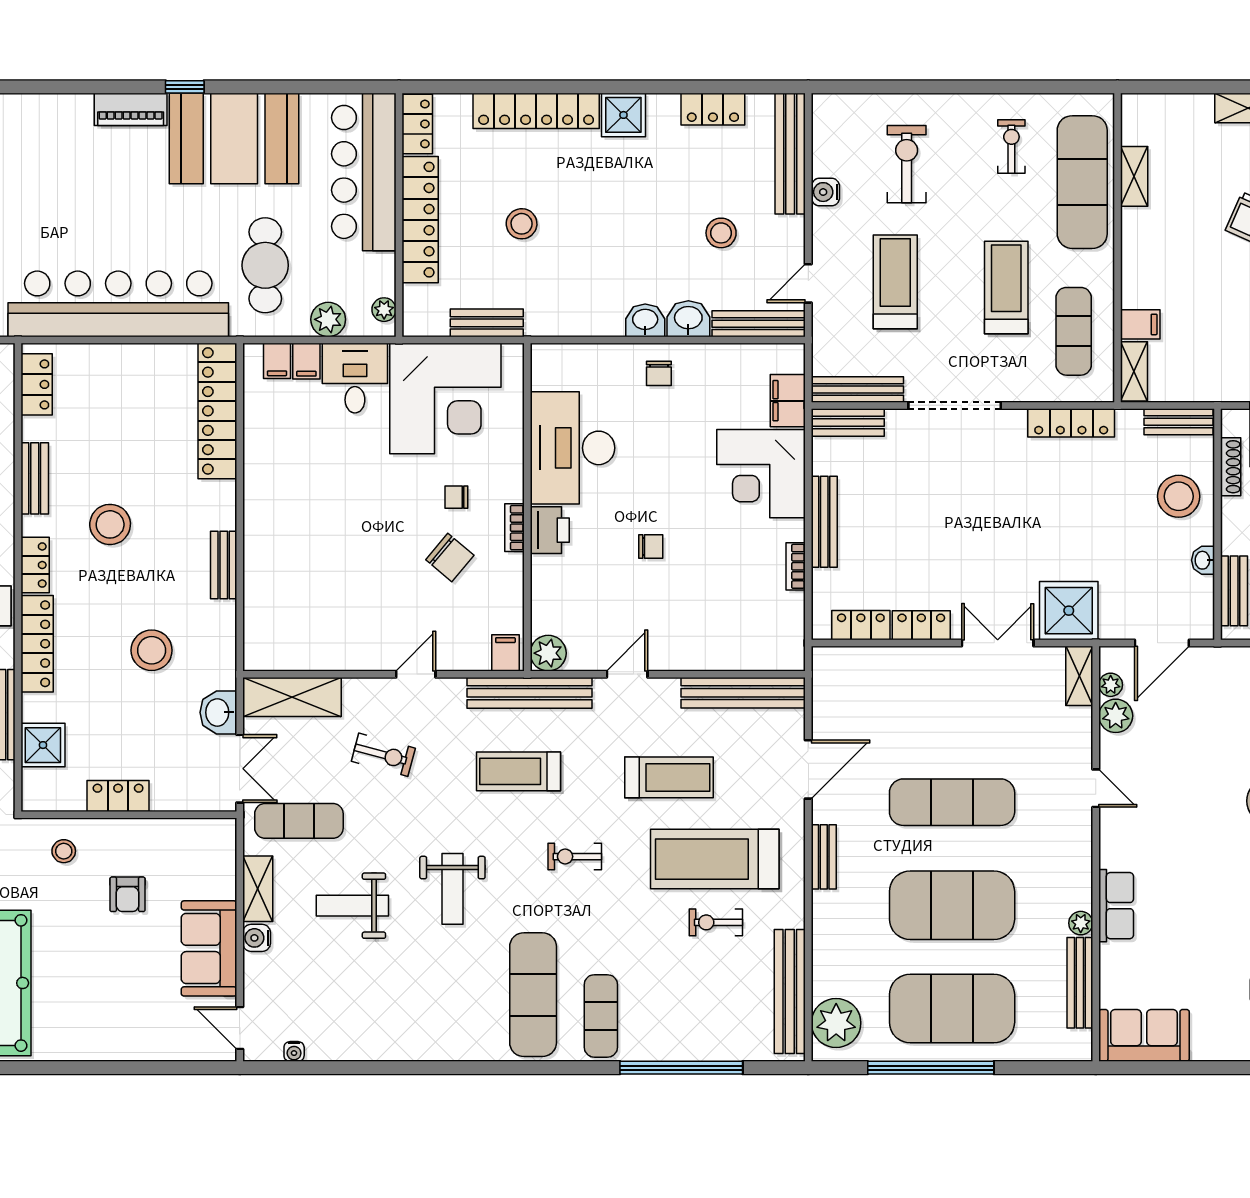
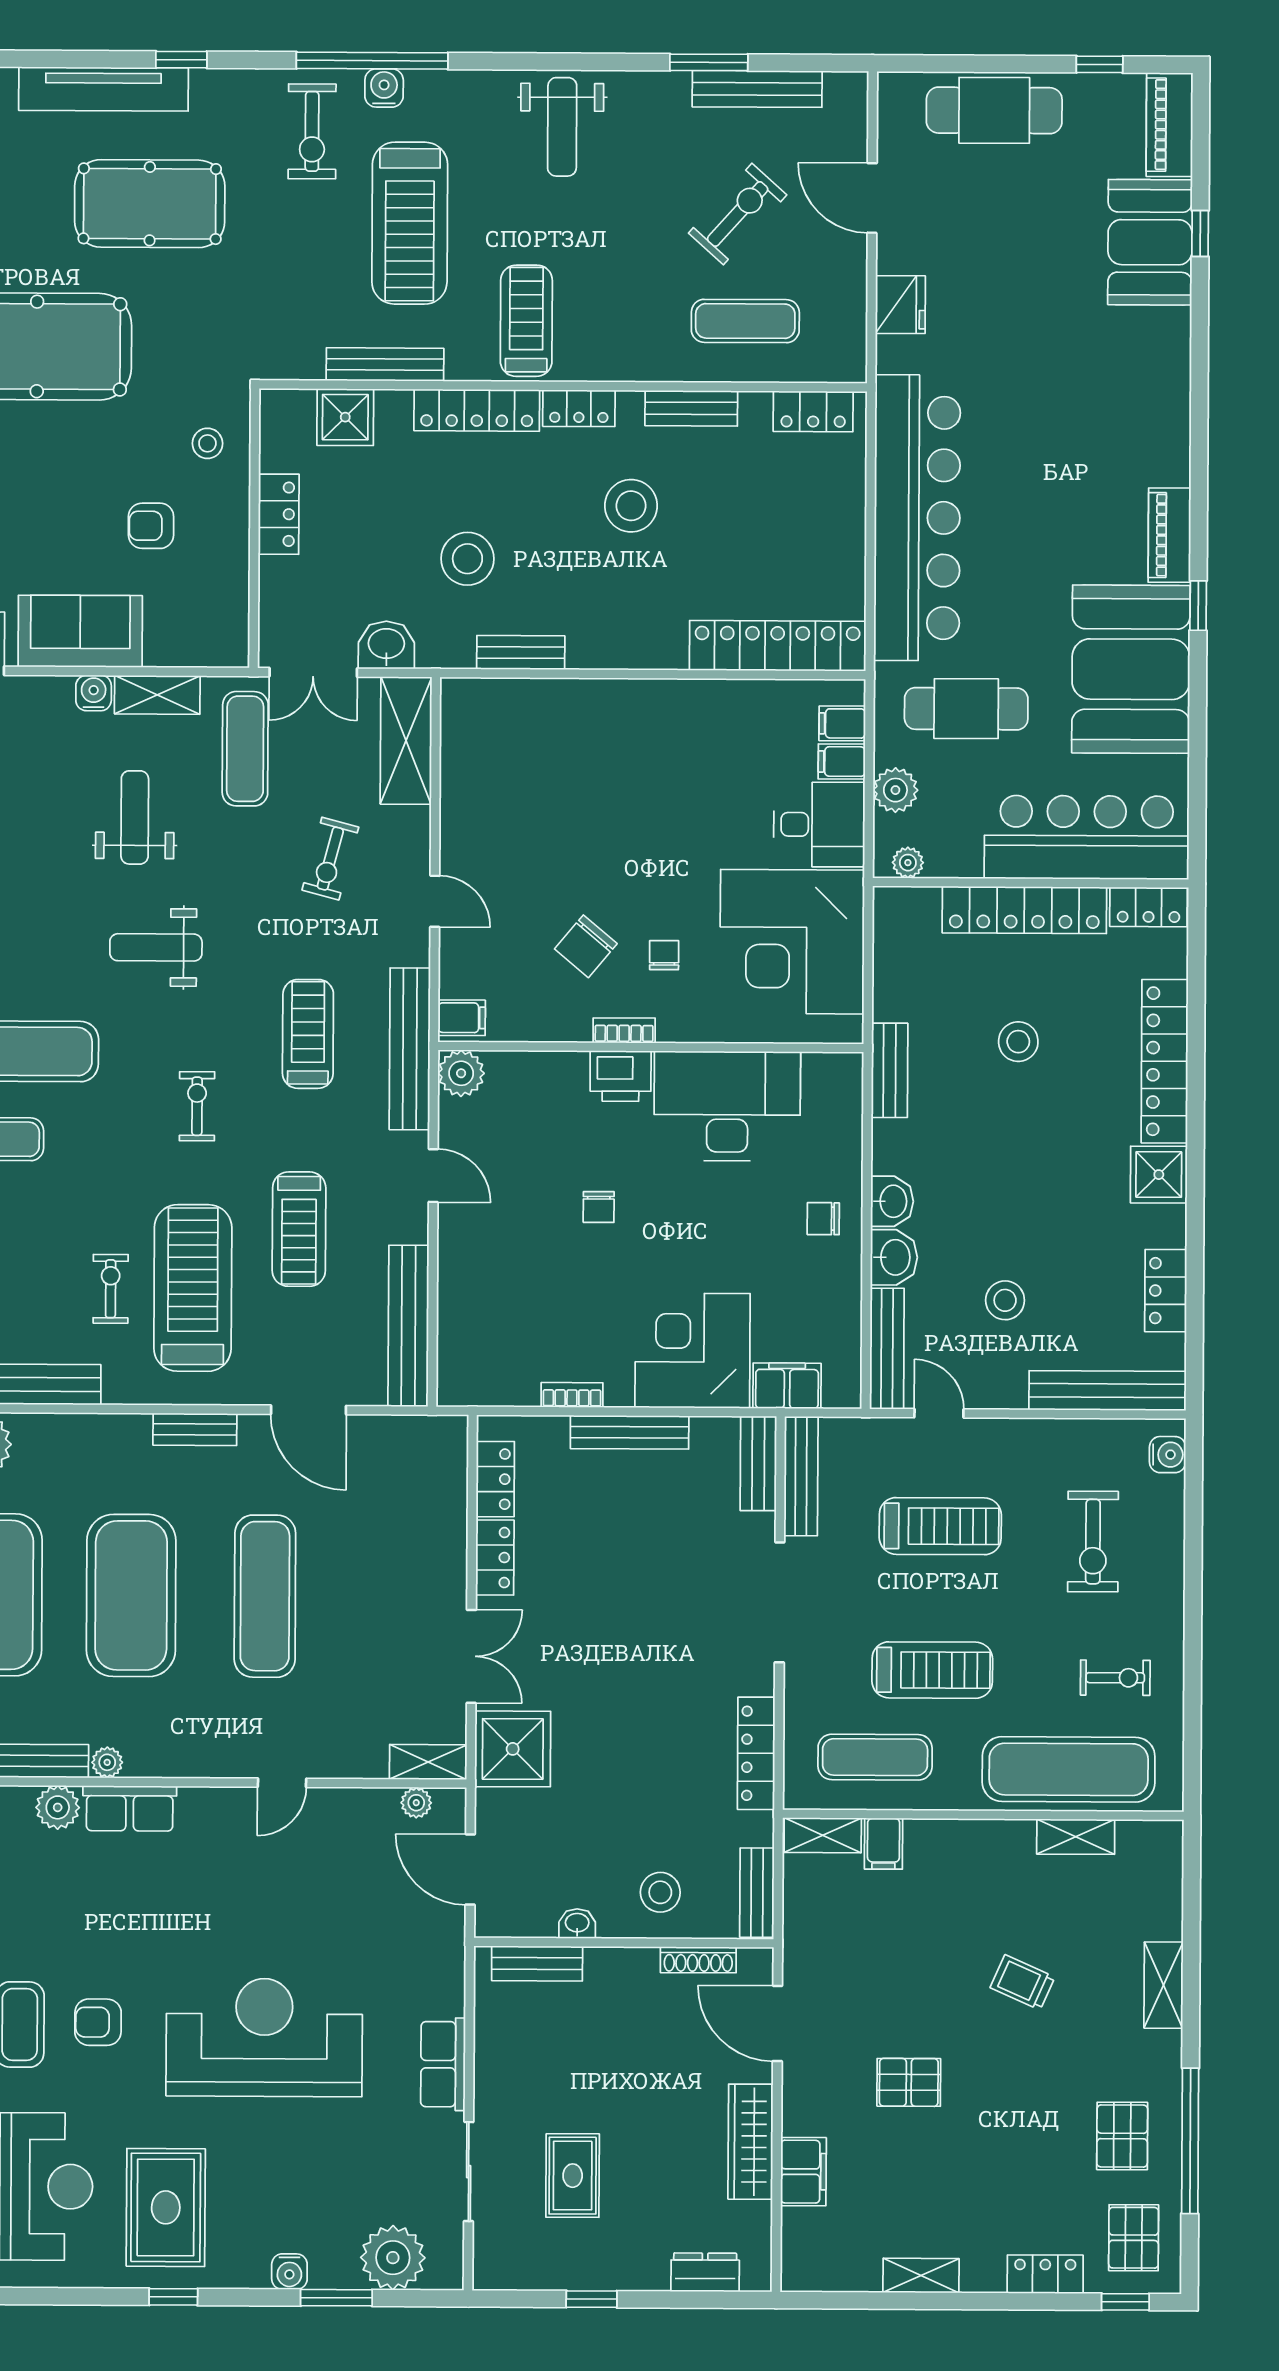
exercise bike: (907, 164) -> (1093, 1542), turned 90
water cooler: (825, 192) -> (1168, 1455), moved, turned 90
bench: (487, 323) -> (890, 1070), moved
stool: (1179, 496) -> (660, 1892), width x0.73, depth x0.73
bench: (224, 565) -> (521, 653), moved
plant: (1116, 716) -> (58, 1807), moved

